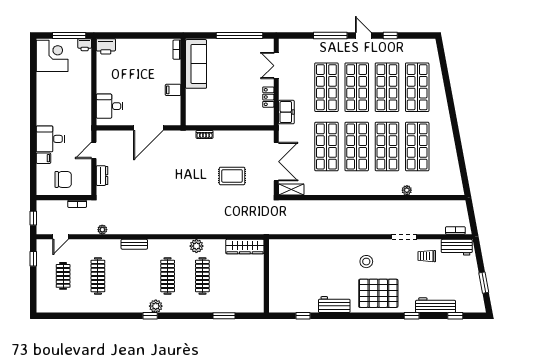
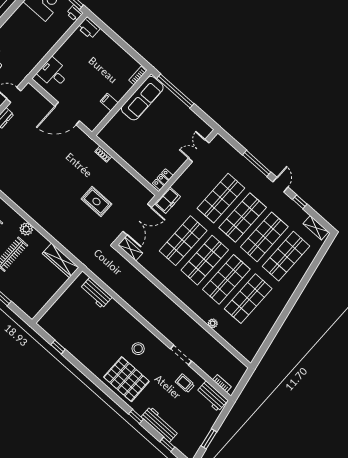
window: (239, 35) -> (175, 91), moved
shelving: (421, 44) -> (316, 228), added
locker: (268, 97) -> (163, 179), moved
freezer: (286, 112) -> (168, 200), moved
workbench: (334, 305) -> (96, 293), moved, turned 180

